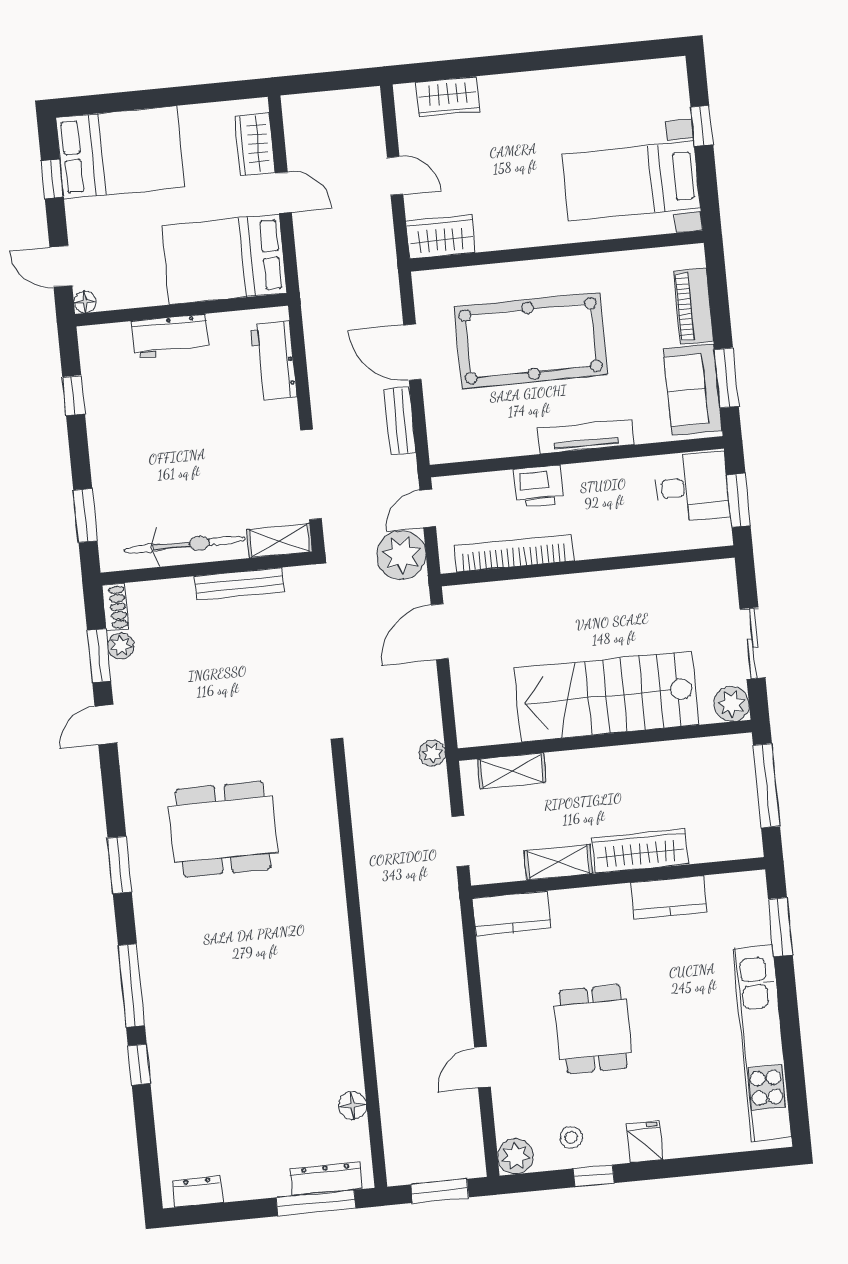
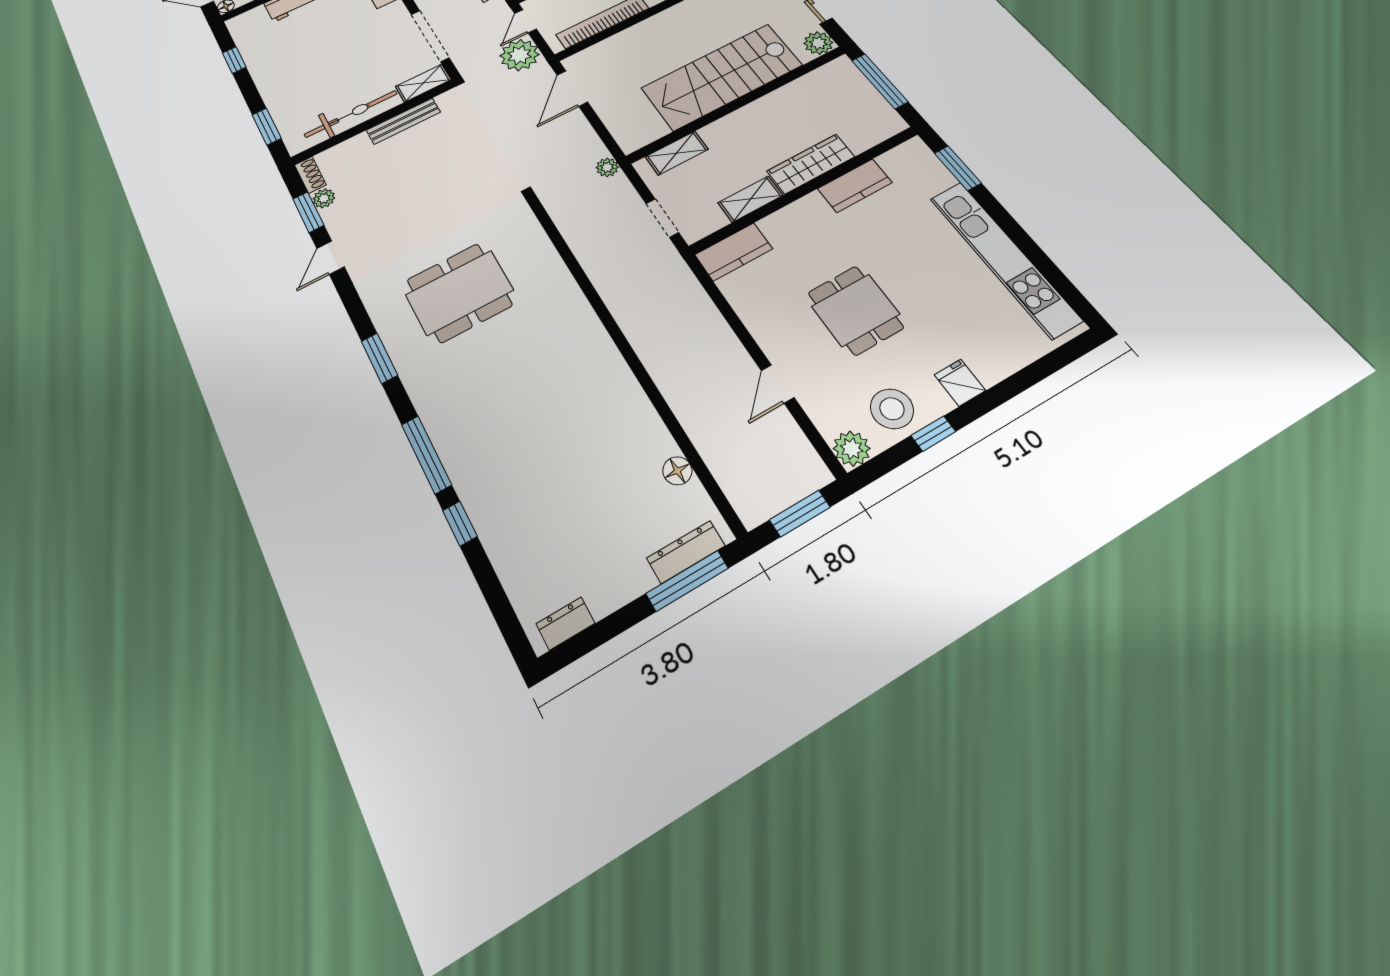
stool: (571, 1137) -> (892, 409), width x1.89, depth x1.89

